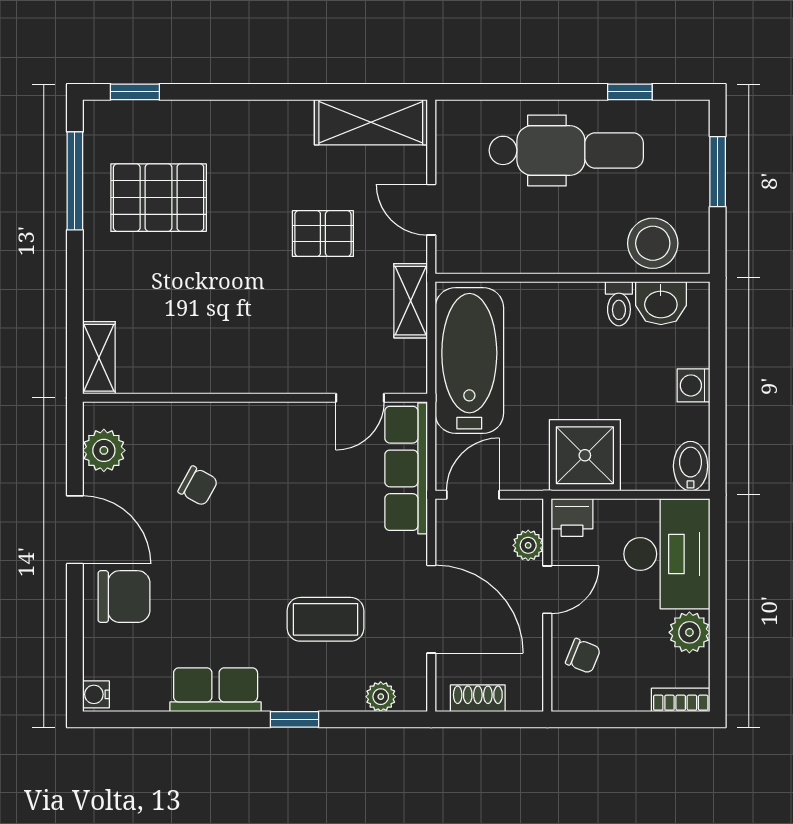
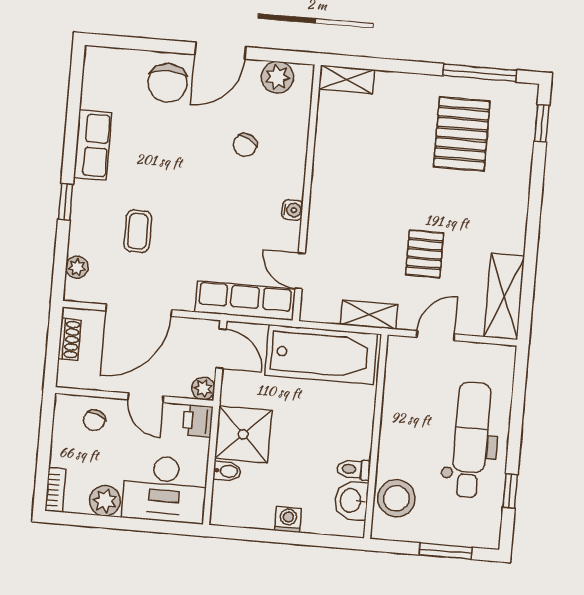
dental chair: (566, 150) -> (471, 440), turned 180
bidet: (691, 466) -> (227, 471), moved, width x0.72, depth x0.74
plant: (528, 545) -> (203, 388), moved
coffee table: (326, 619) -> (138, 231), width x0.73, depth x0.77
water cooler: (96, 694) -> (292, 210), moved, turned 90

